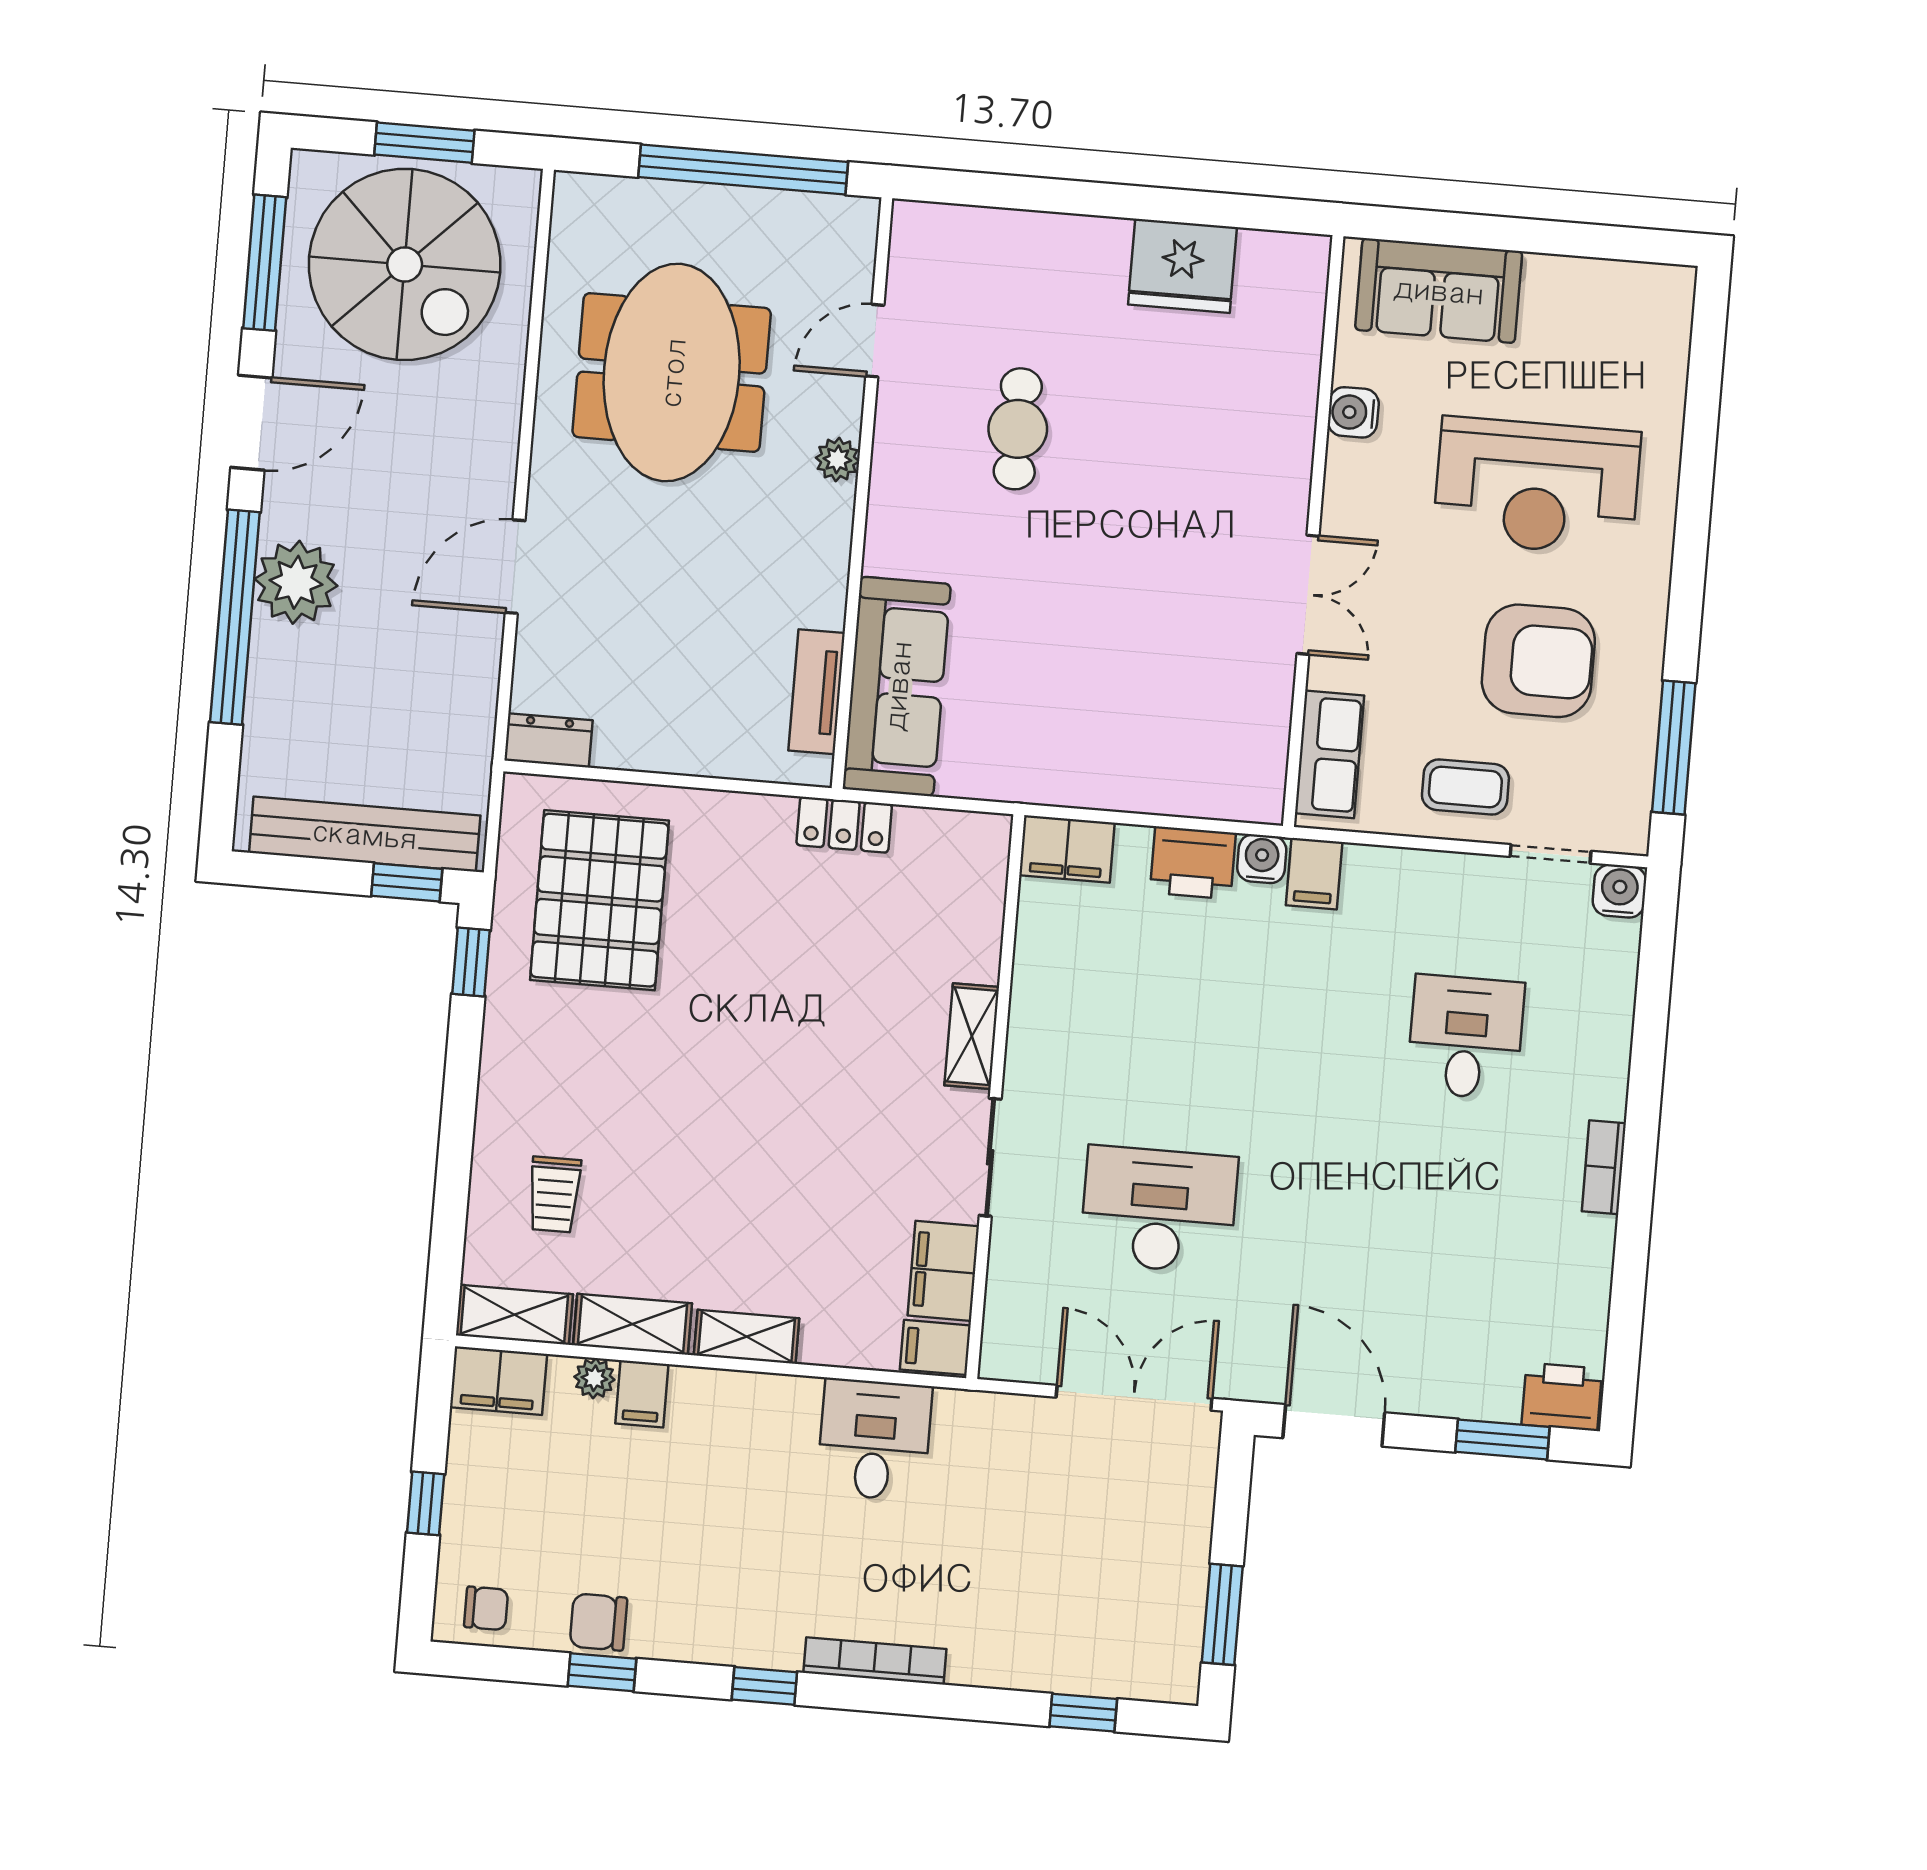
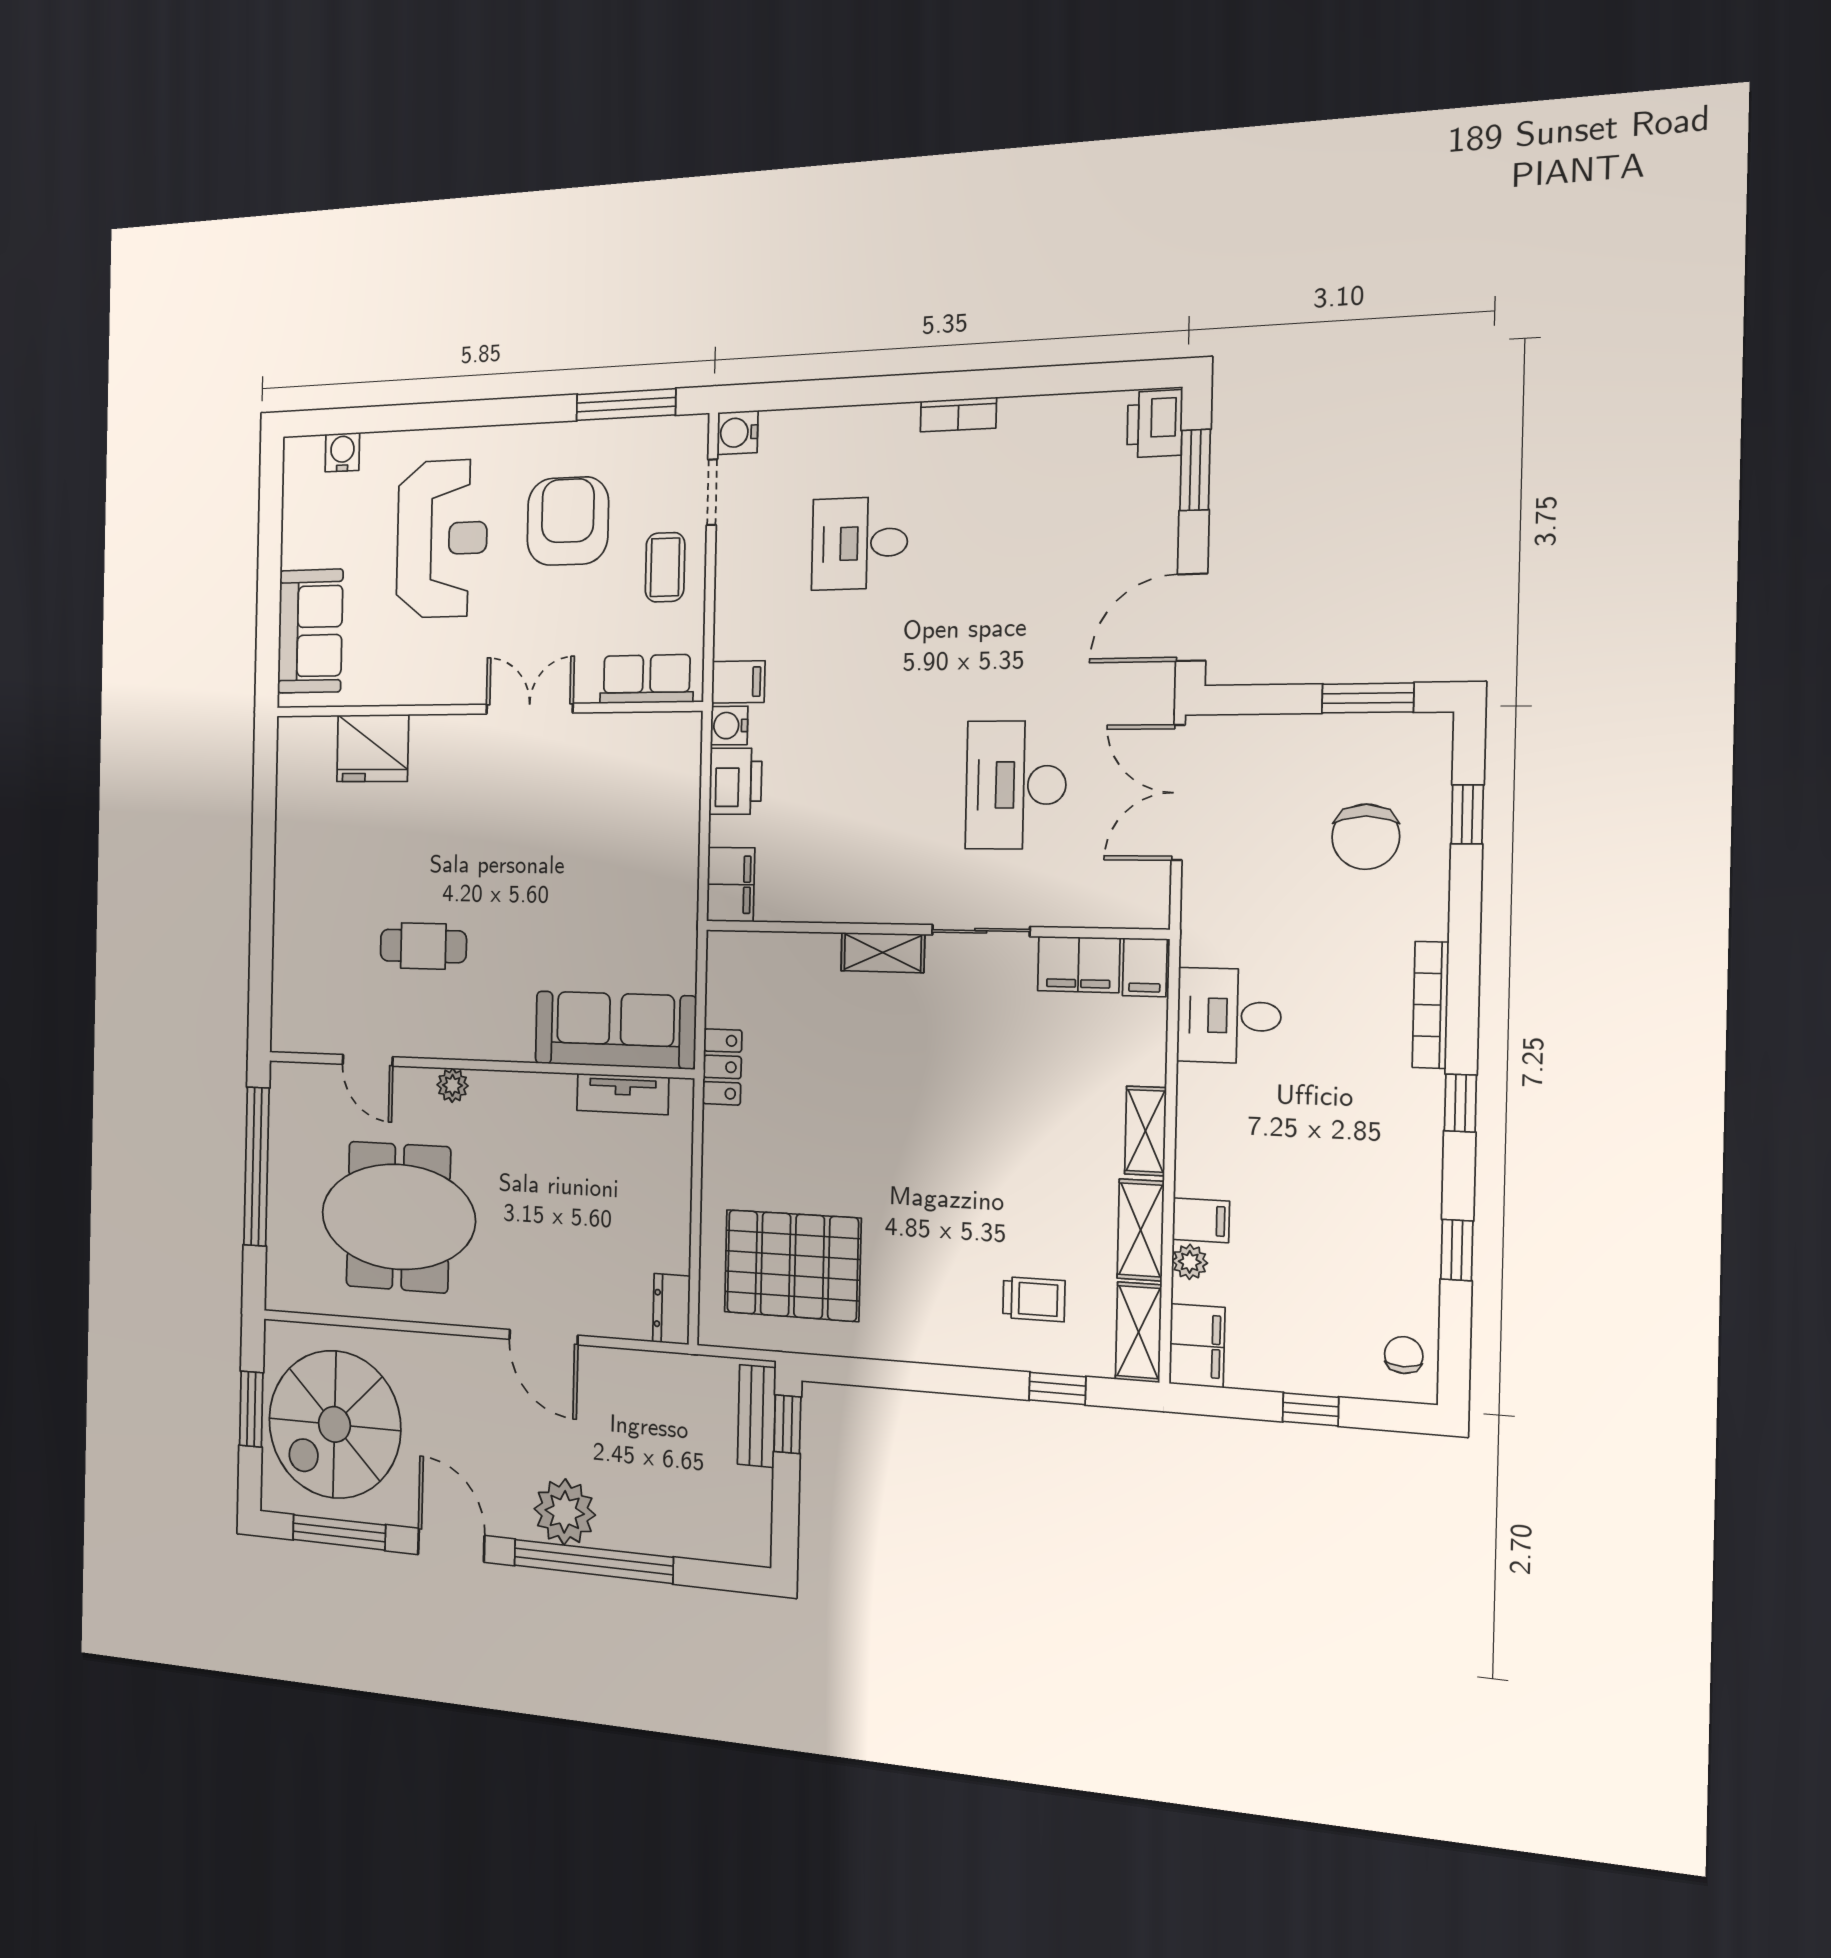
spiral stairs: (405, 264) -> (334, 1424), turned 180
fridge: (1182, 266) -> (373, 748), moved, turned 90
water cooler: (1353, 412) -> (342, 452), moved, turned 180
bench: (365, 834) -> (757, 1416), width x0.54, depth x0.82
window: (471, 962) -> (1057, 1388), moved
chair: (598, 1622) -> (1366, 837), moved, width x1.37, depth x1.37

